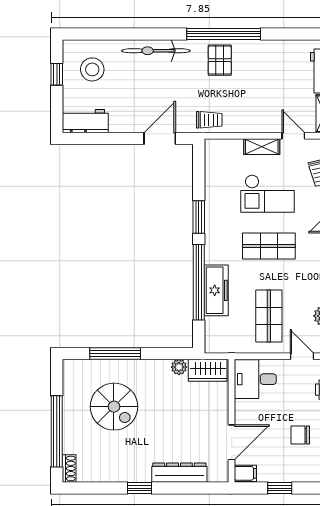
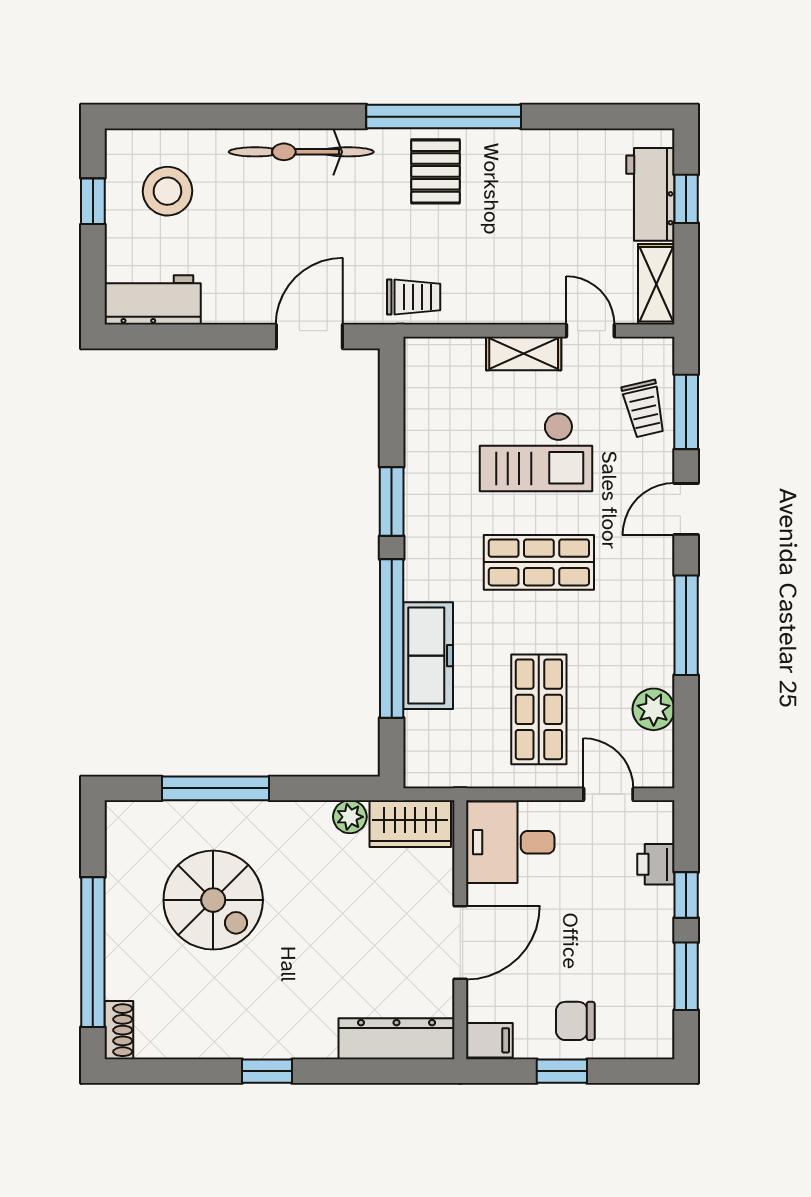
chair: (300, 435) -> (575, 1021), moved
door: (232, 442) -> (460, 943), moved
dresser: (179, 473) -> (396, 1039), moved

